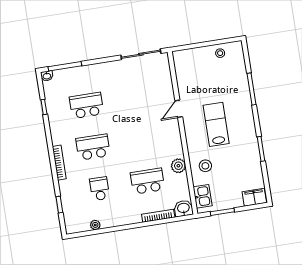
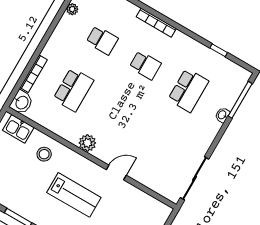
washbasin: (47, 76) -> (222, 115), moved
door: (179, 109) -> (116, 172), hinge flipped
school desk: (93, 147) -> (145, 65), width x0.54
plant: (178, 166) -> (87, 143), moved

